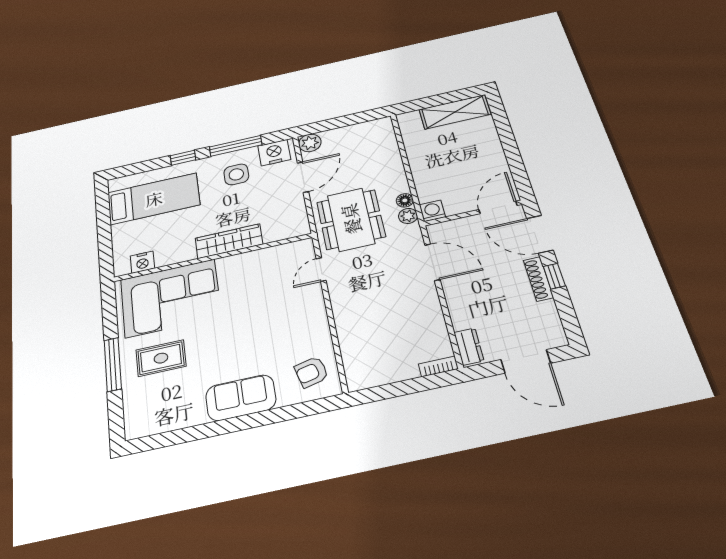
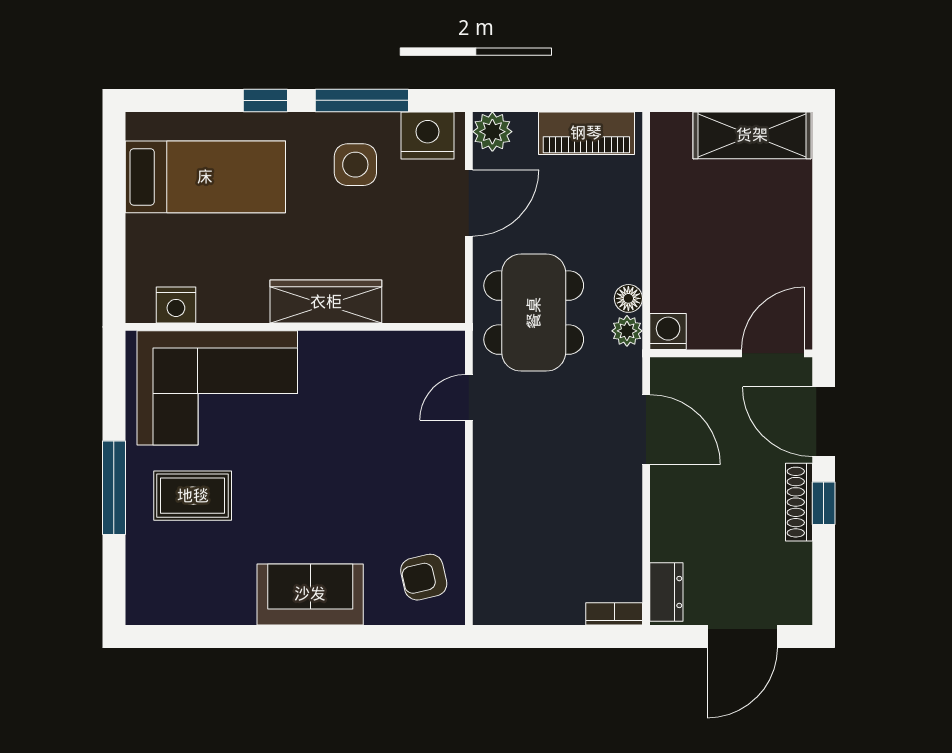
piano: (362, 132) -> (586, 133), added
door: (526, 361) -> (742, 636), hinge flipped

